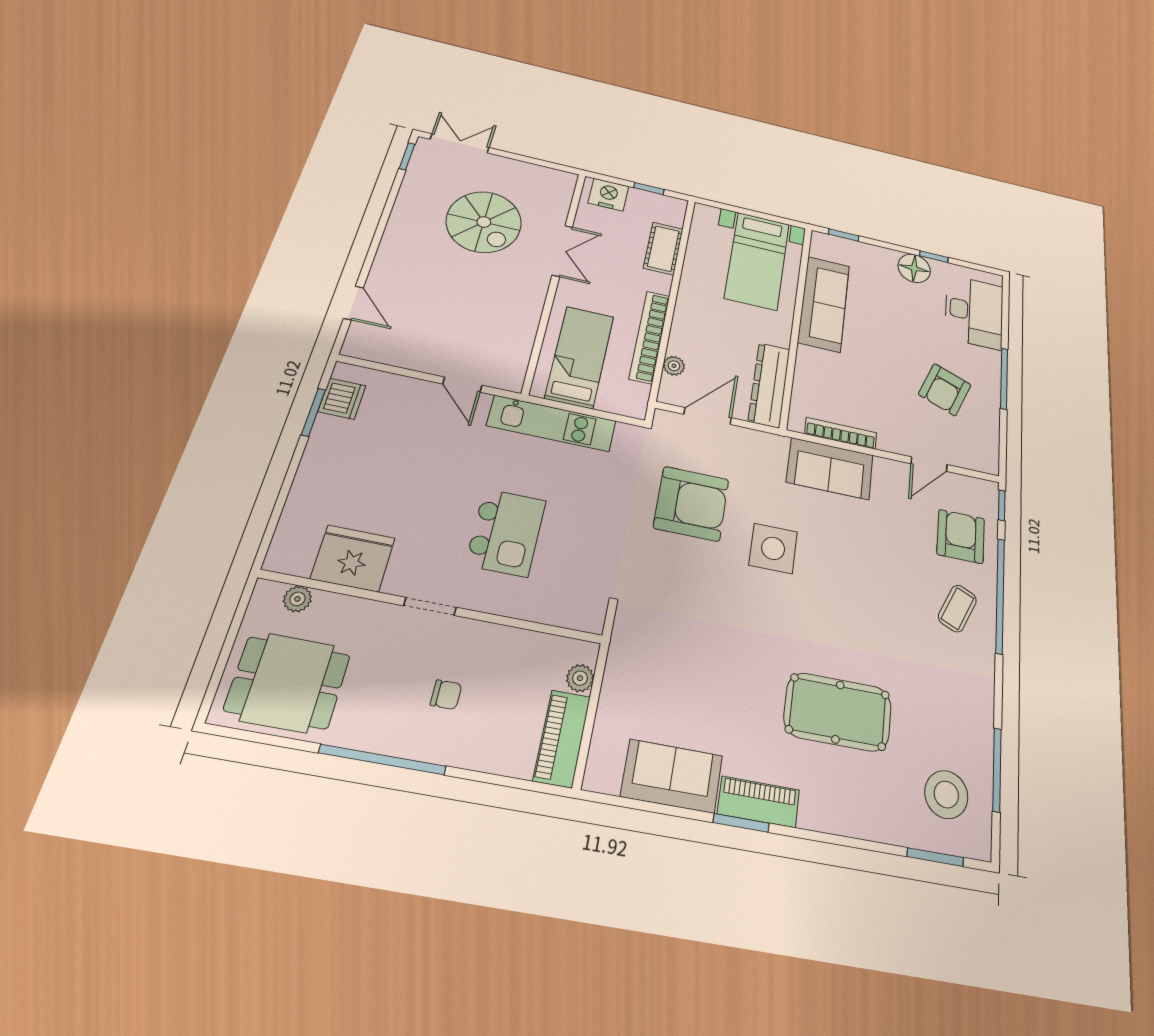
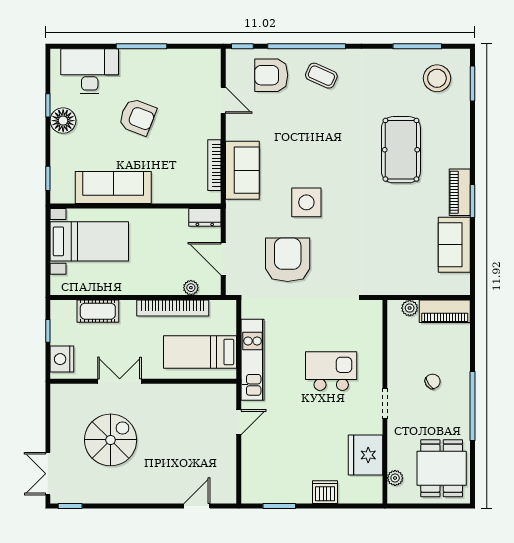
dresser: (769, 385) -> (205, 217), width x0.51, depth x0.80
armchair: (945, 390) -> (137, 117), moved
dishwasher: (342, 399) -> (325, 492), moved
chair: (446, 695) -> (433, 381), turned 54

